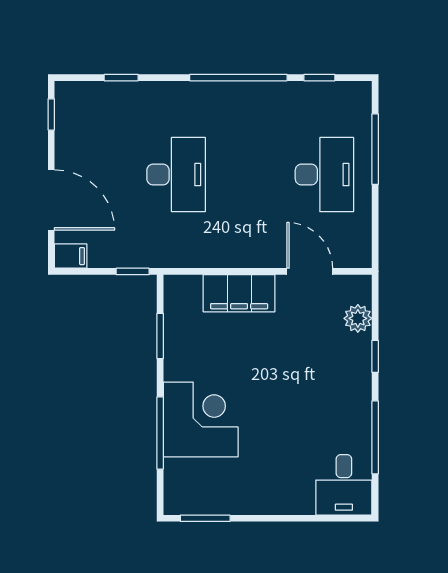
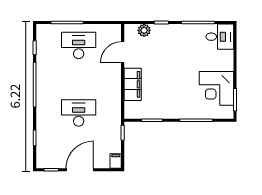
door: (51, 200) -> (80, 170), moved
corner desk: (201, 420) -> (216, 88), moved, turned -90

